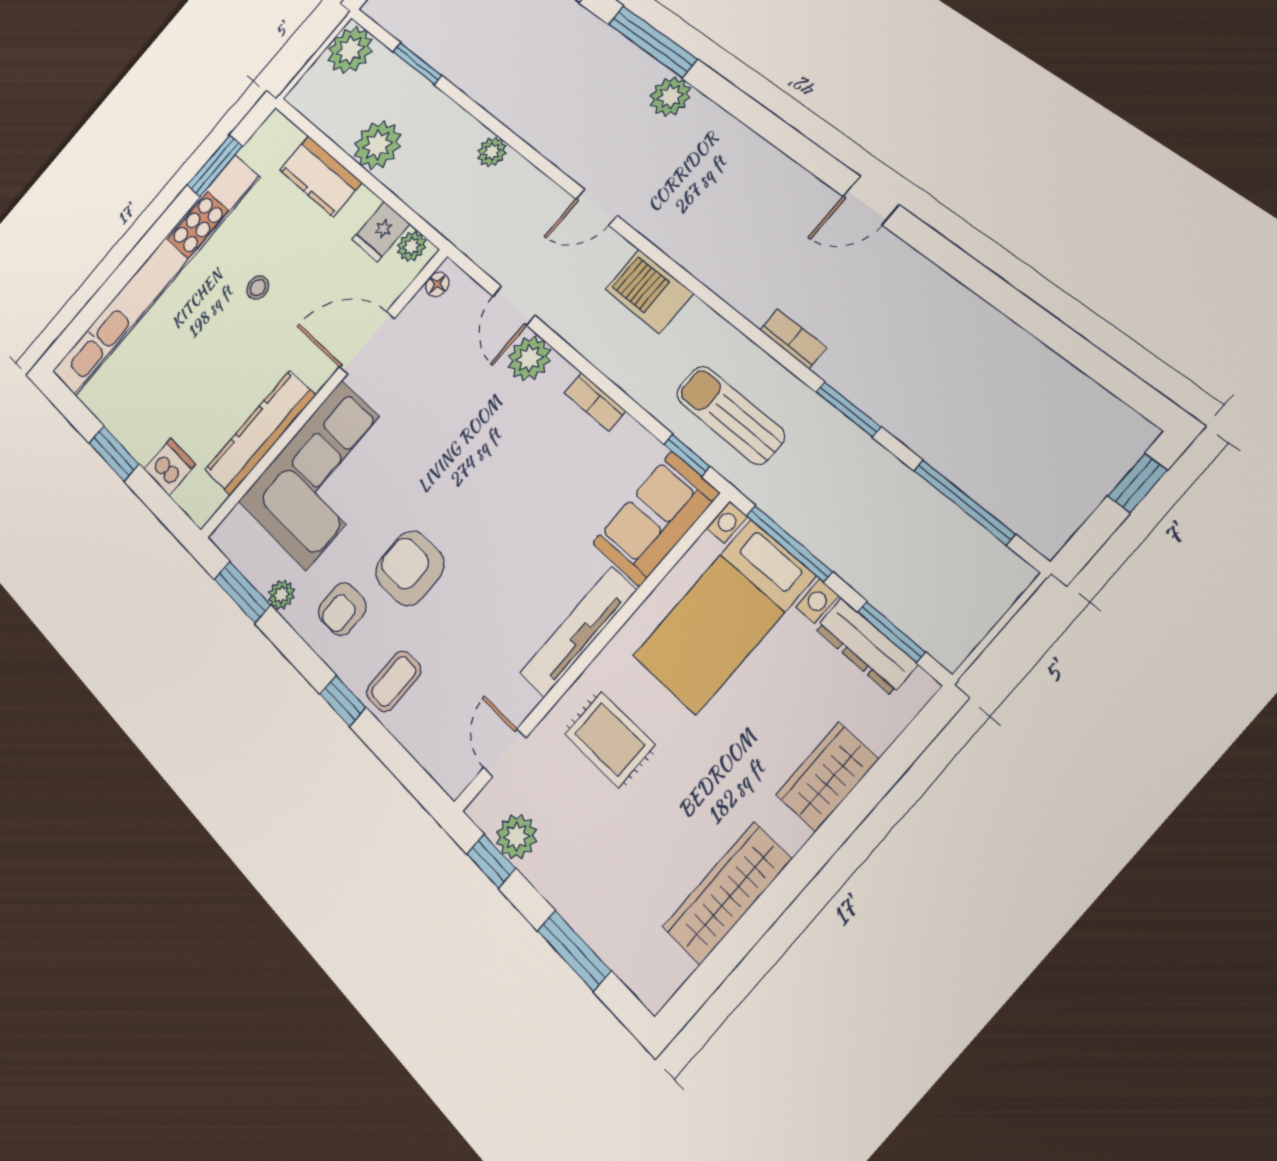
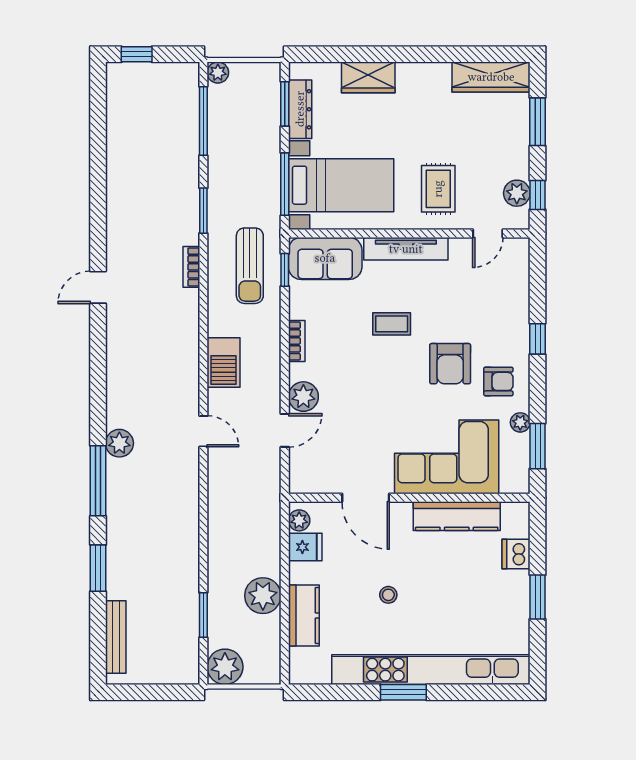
plant: (492, 152) -> (218, 73), moved
window: (215, 166) -> (403, 692), moved
door: (871, 201) -> (98, 287), swing flipped
floor lamp: (437, 284) -> (307, 486), removed
coffee table: (394, 681) -> (392, 324), moved
wardrobe: (727, 893) -> (491, 77), moved

